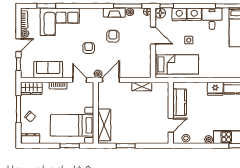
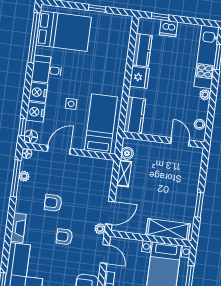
fireplace: (114, 13) -> (18, 228), moved
door: (80, 80) -> (105, 254), swing flipped
door: (111, 80) -> (110, 213), swing flipped
boiler: (157, 87) -> (127, 153), added
kitchen counter: (180, 102) -> (135, 115), moved, turned 90

